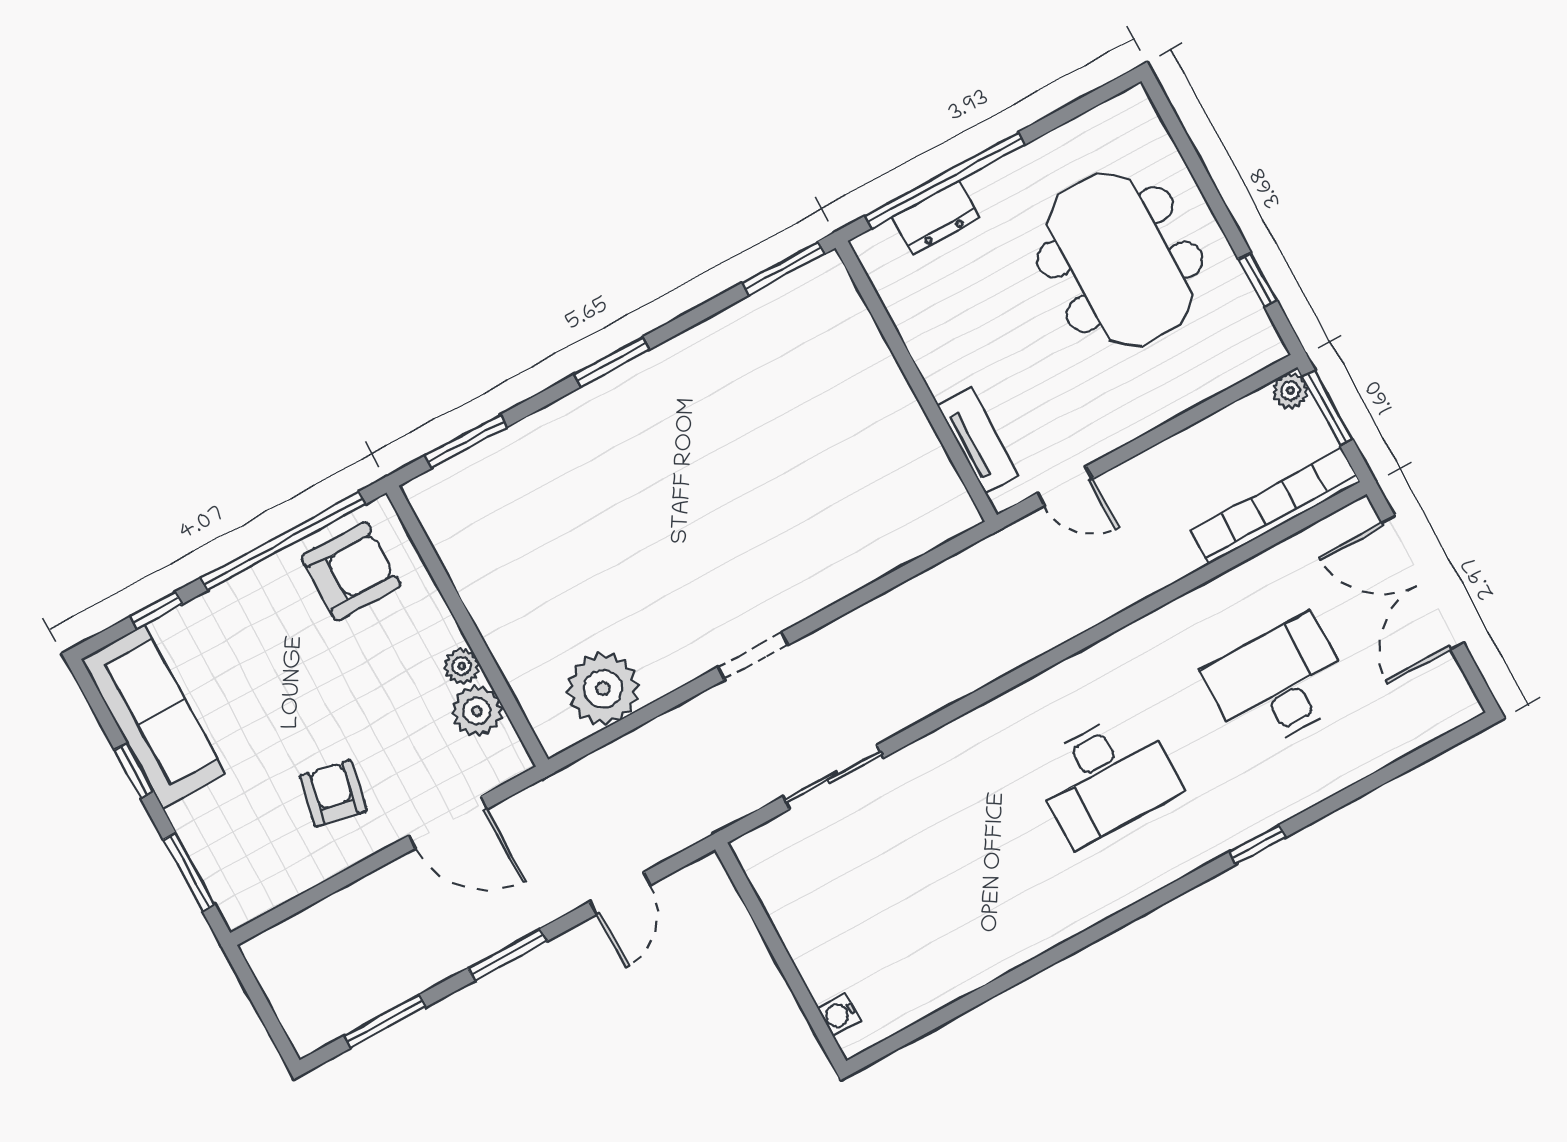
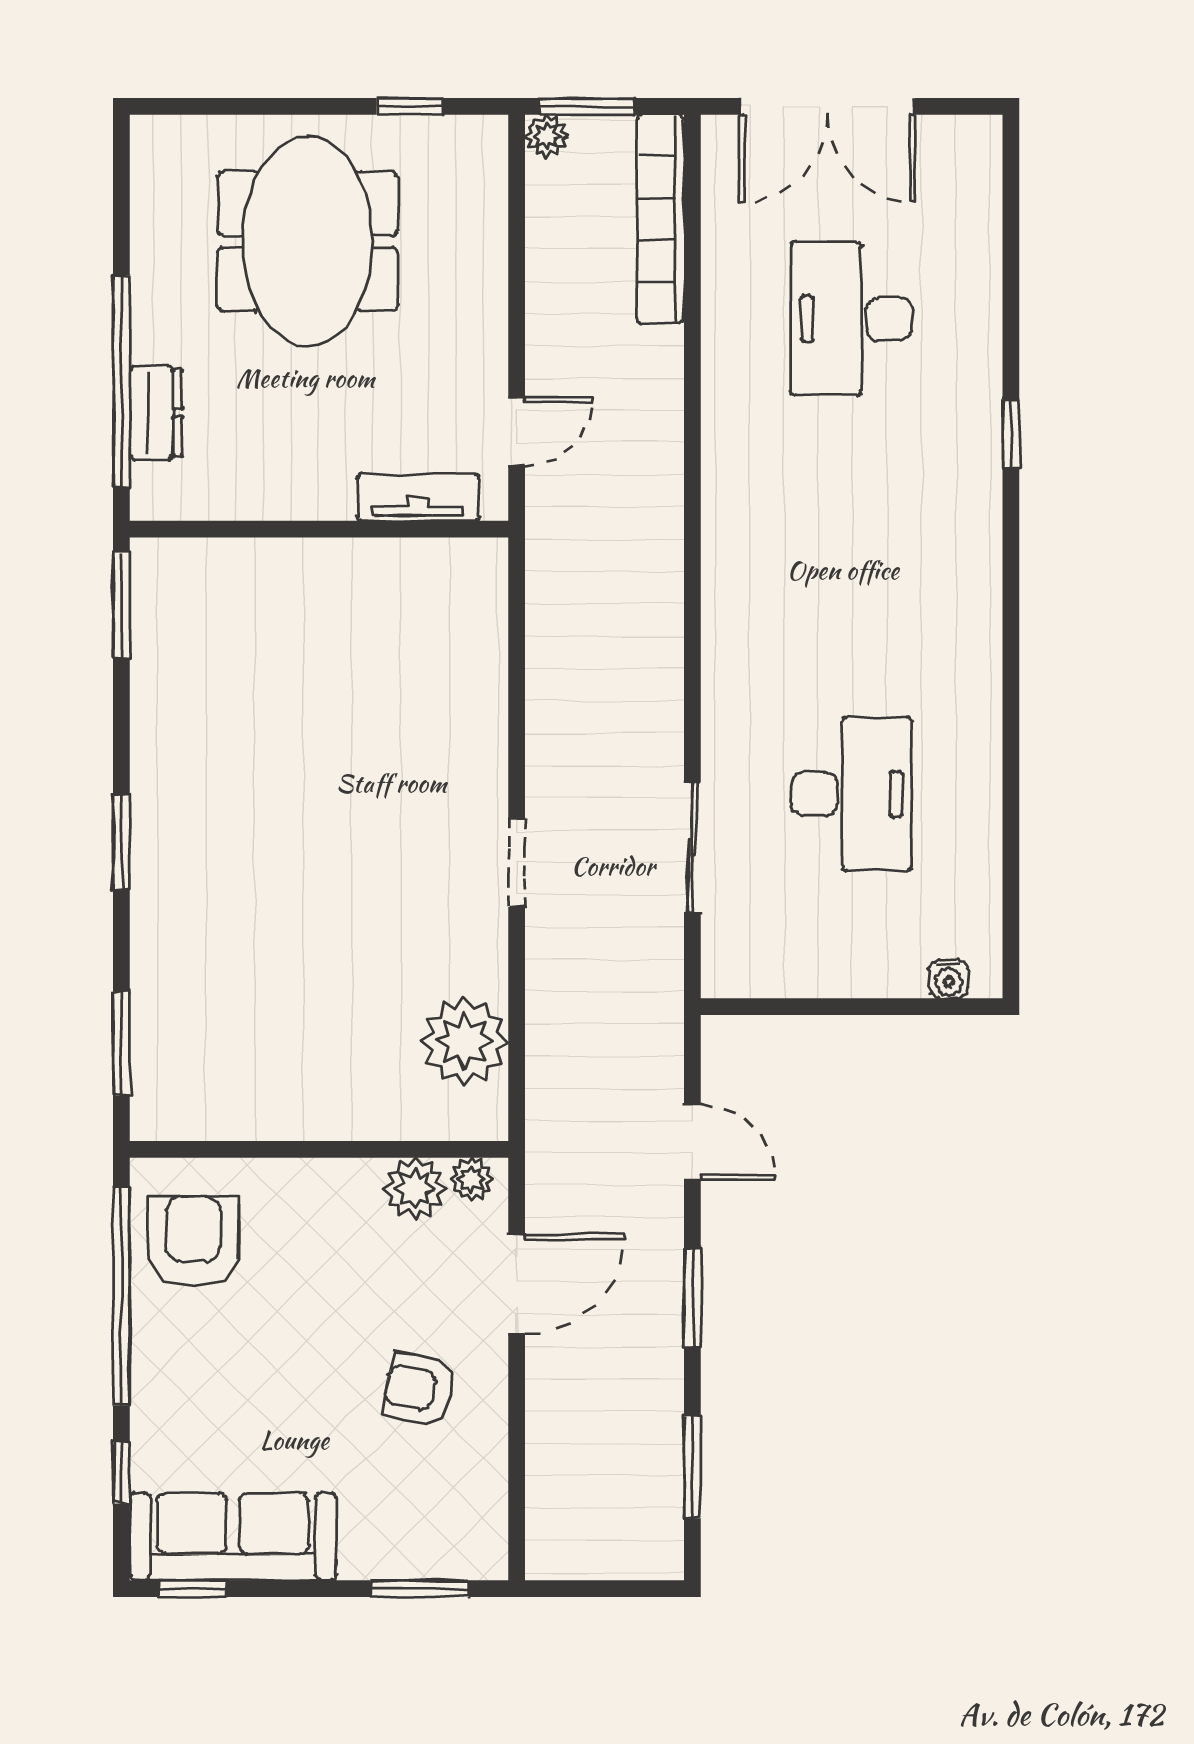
meeting table: (1120, 260) -> (308, 241), turned 90
plant: (462, 666) -> (472, 1179), moved
window: (134, 771) -> (193, 1589), moved
desk: (1106, 778) -> (852, 794), moved

